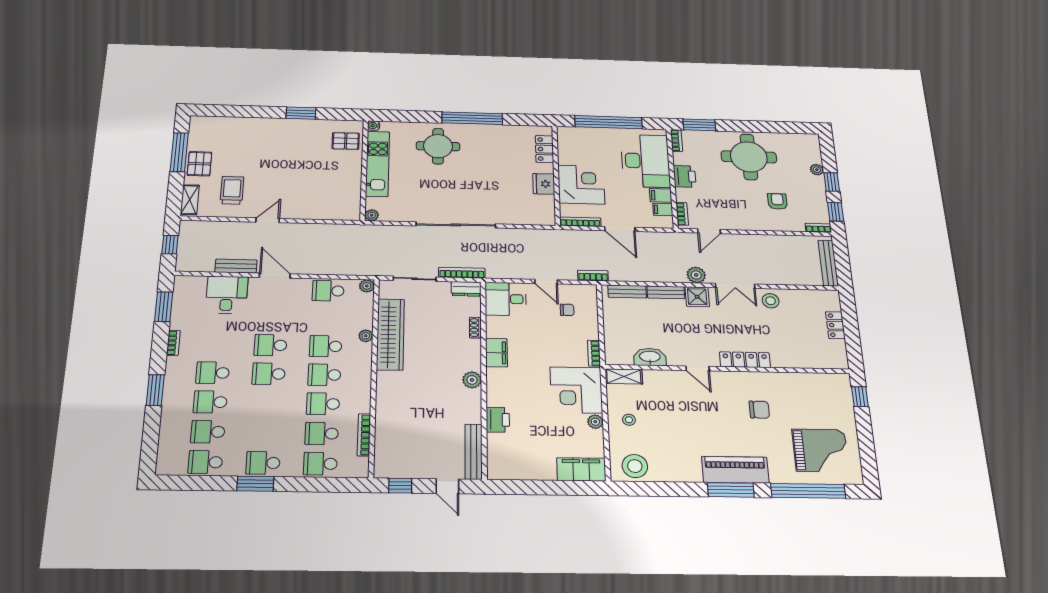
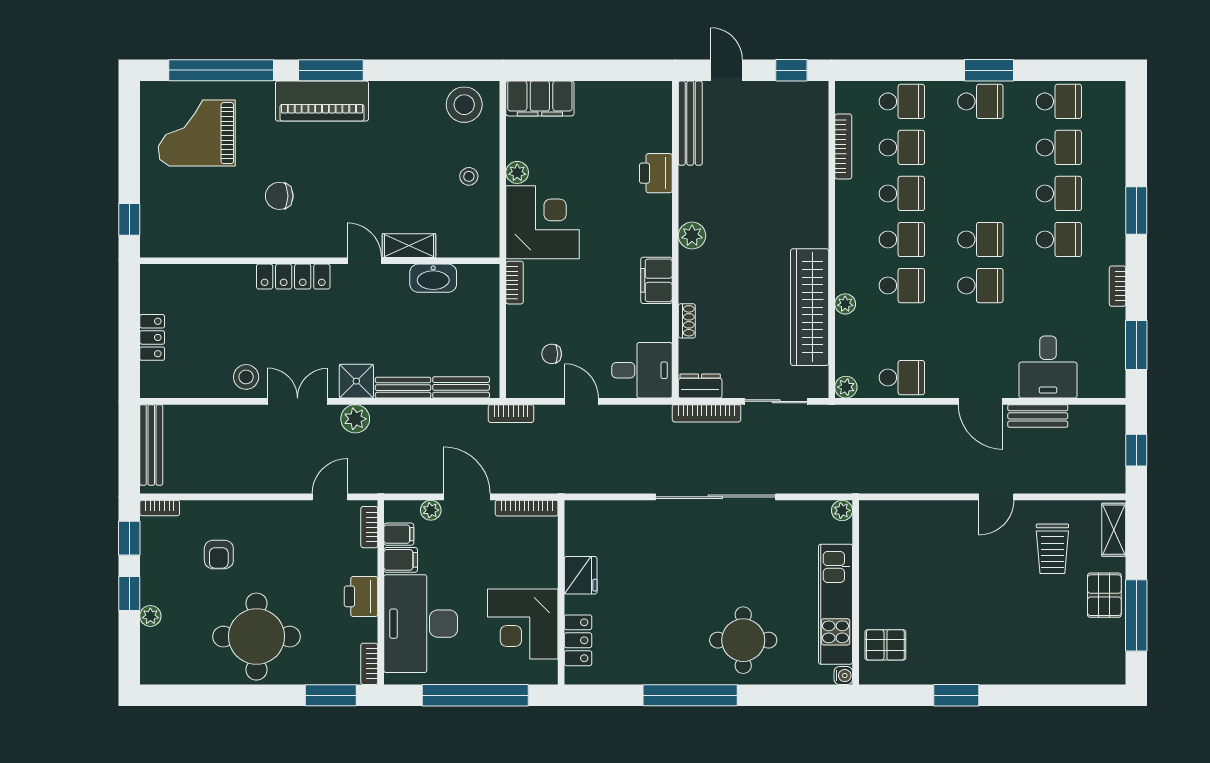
corner desk: (581, 185) -> (523, 624), moved
plant: (643, 222) -> (431, 510), added
shelving: (624, 376) -> (409, 246), moved

